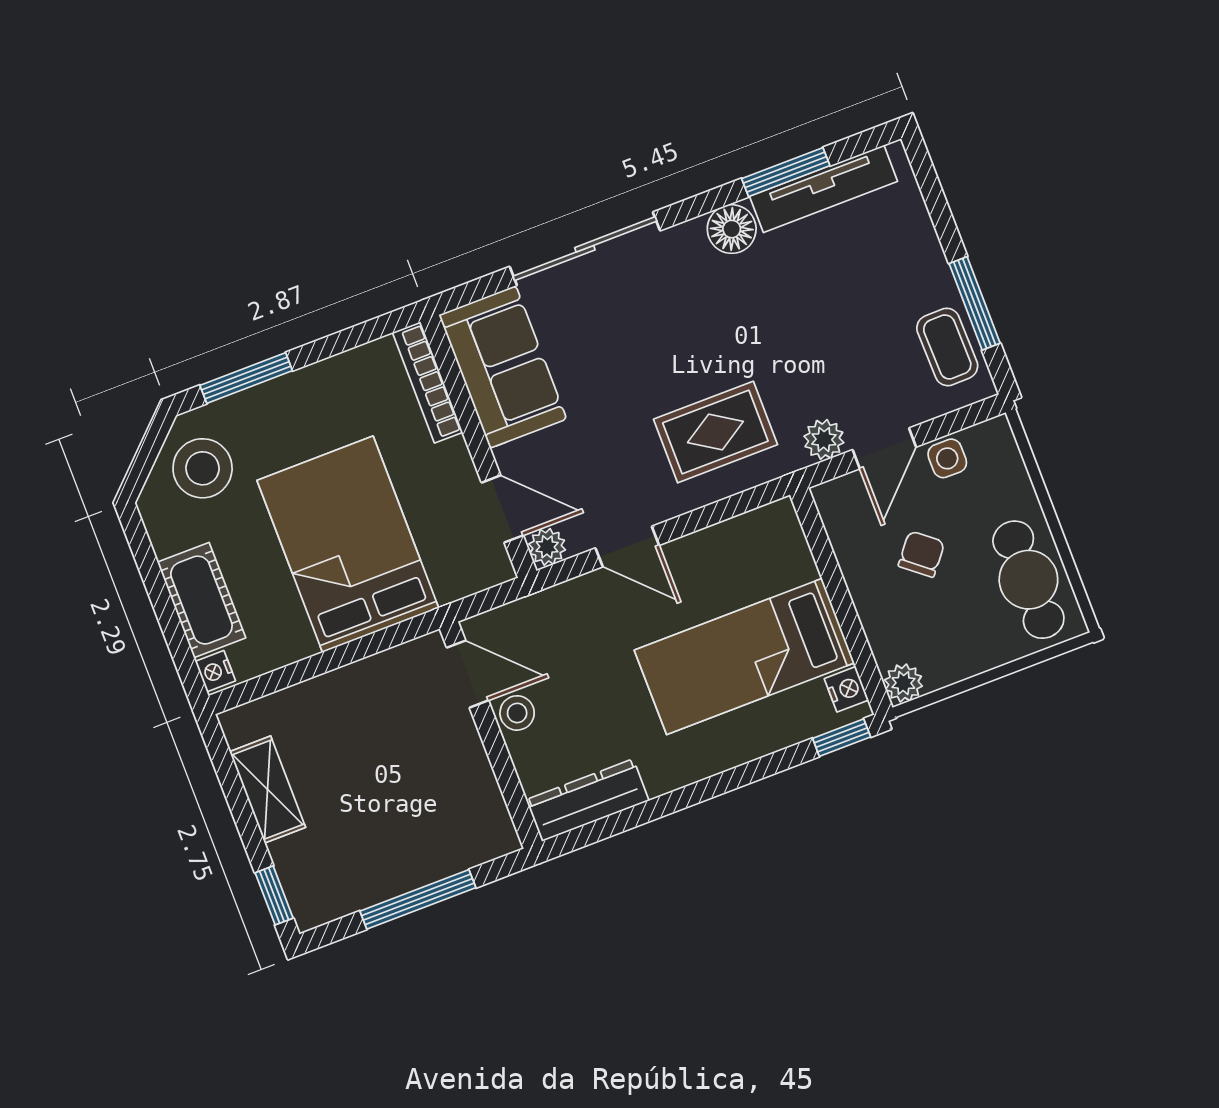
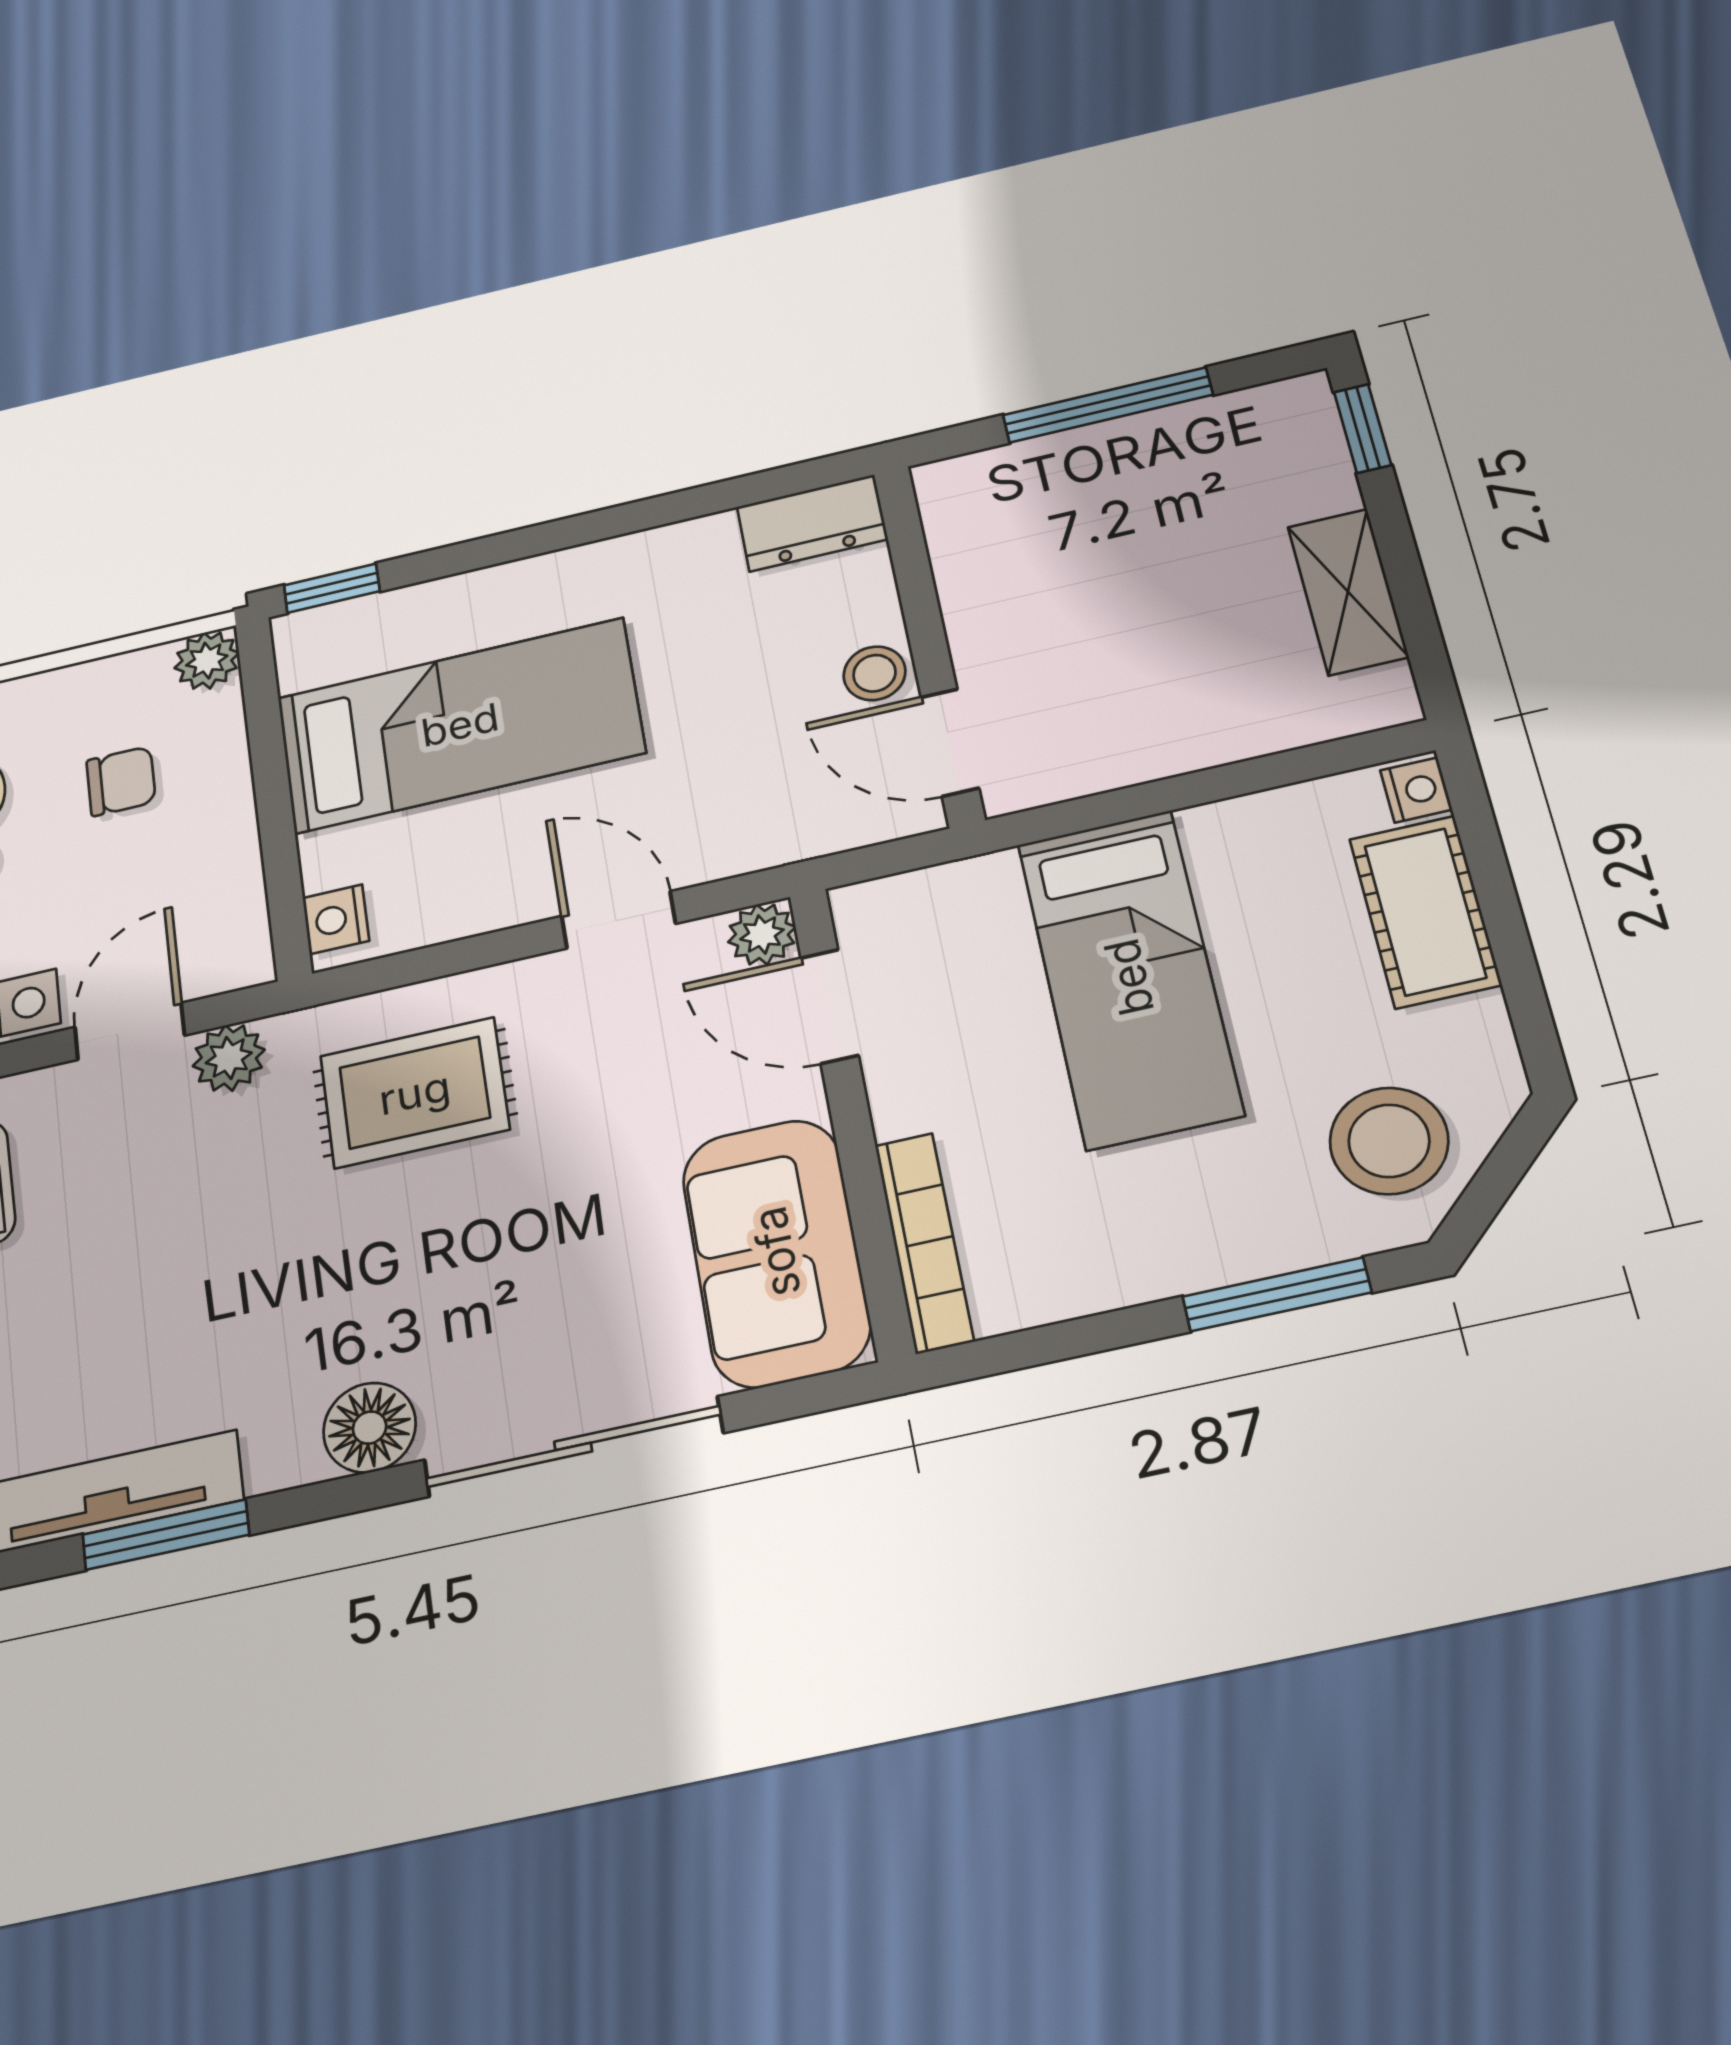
floor lamp: (732, 229) -> (370, 1428), moved
bed: (348, 544) -> (1129, 977), width x0.67
chair: (921, 554) -> (121, 781), moved, turned -129
nightstand: (846, 689) -> (336, 919), moved
dresser: (588, 800) -> (812, 523), width x0.70

